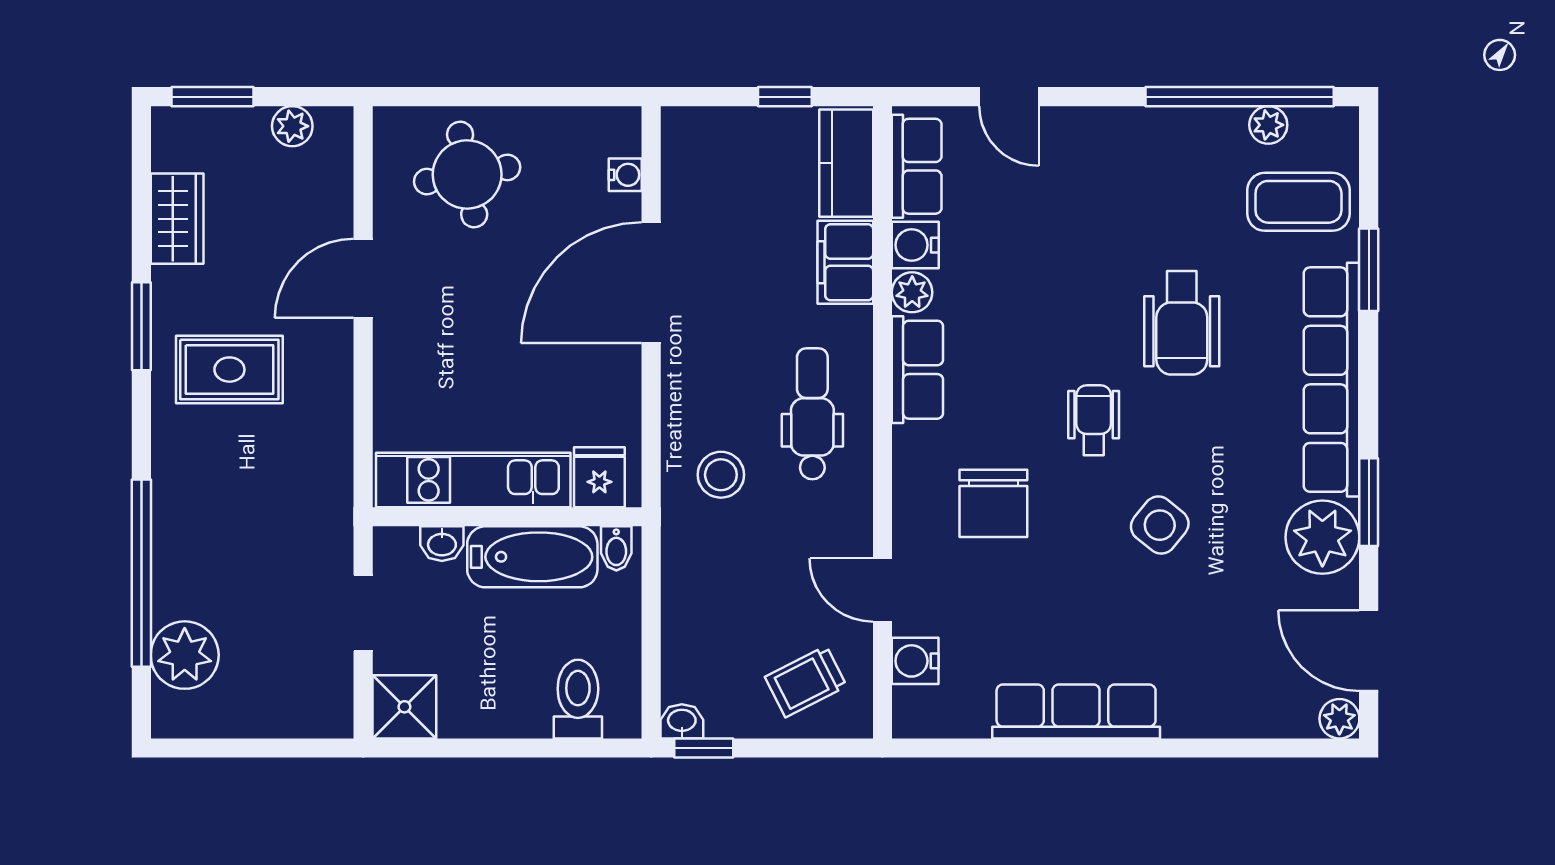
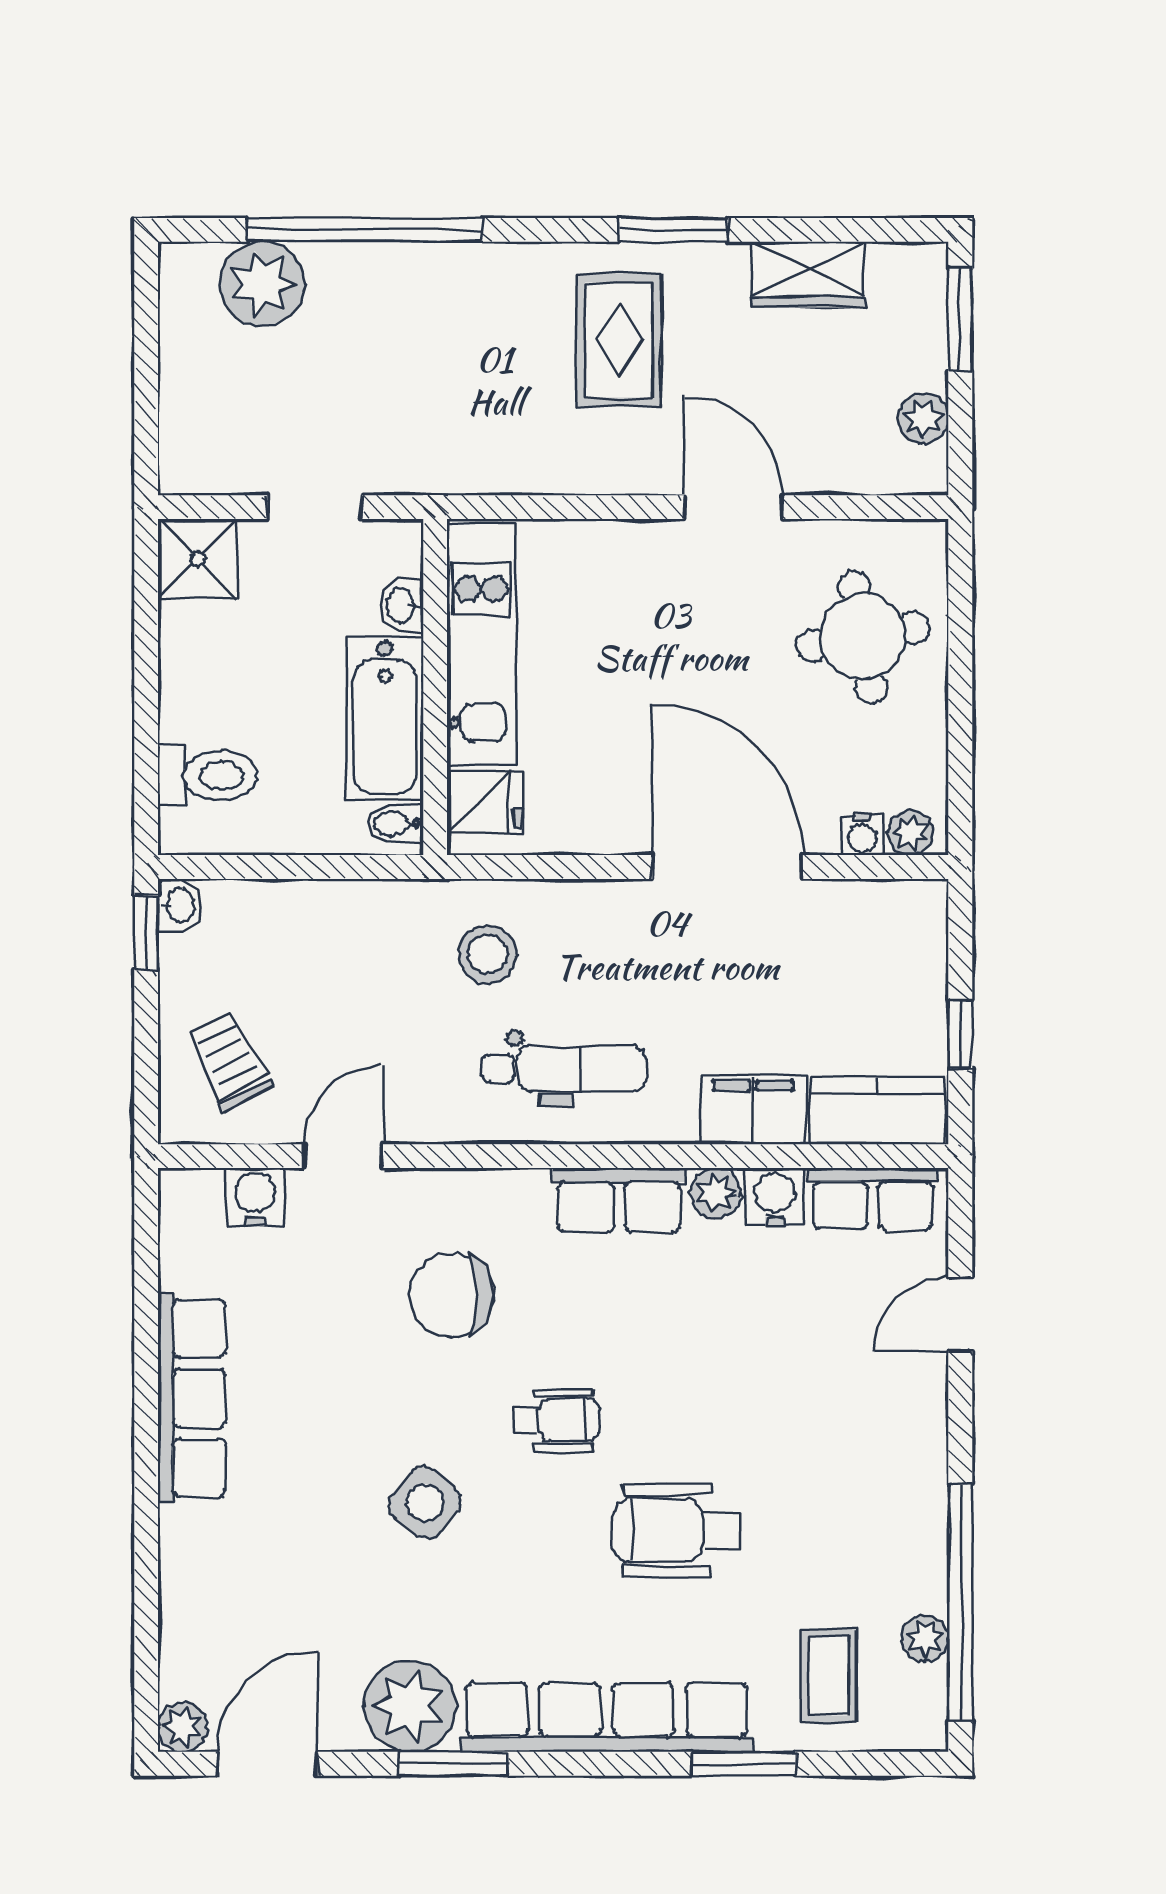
plant: (624, 137) -> (910, 833), added
coffee table: (1298, 202) -> (829, 1676), width x0.73, depth x0.77

